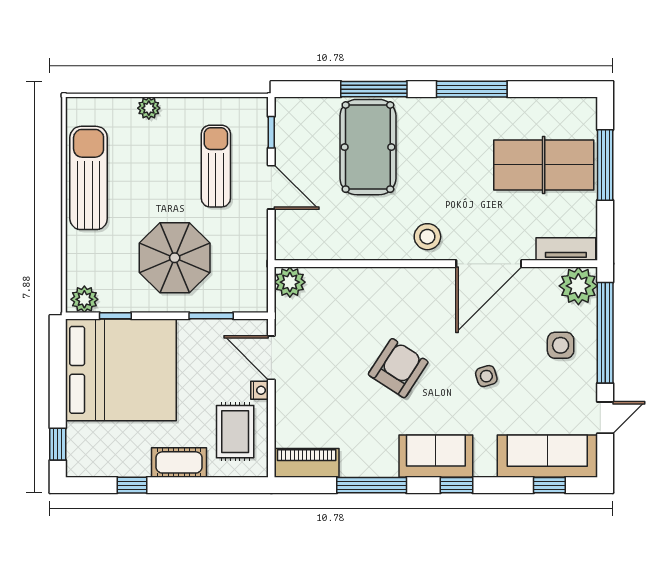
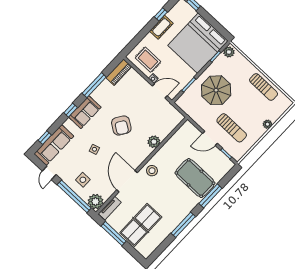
window: (605, 165) -> (114, 234), moved
sun lounger: (89, 178) -> (264, 87), width x0.73, depth x0.75
plant: (290, 282) -> (154, 142), moved
cot: (179, 462) -> (161, 27), moved

